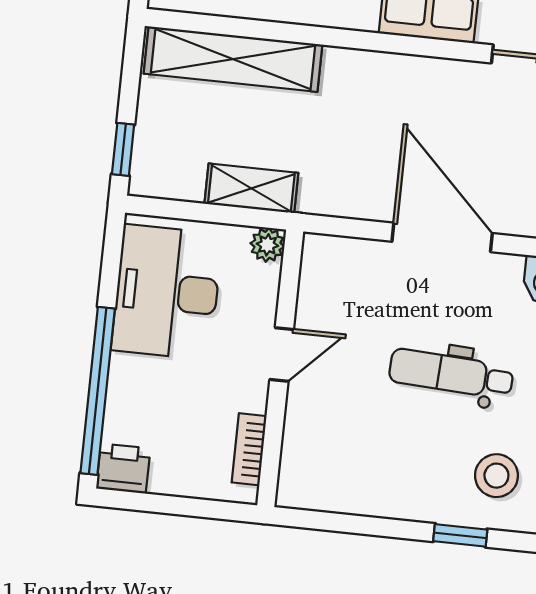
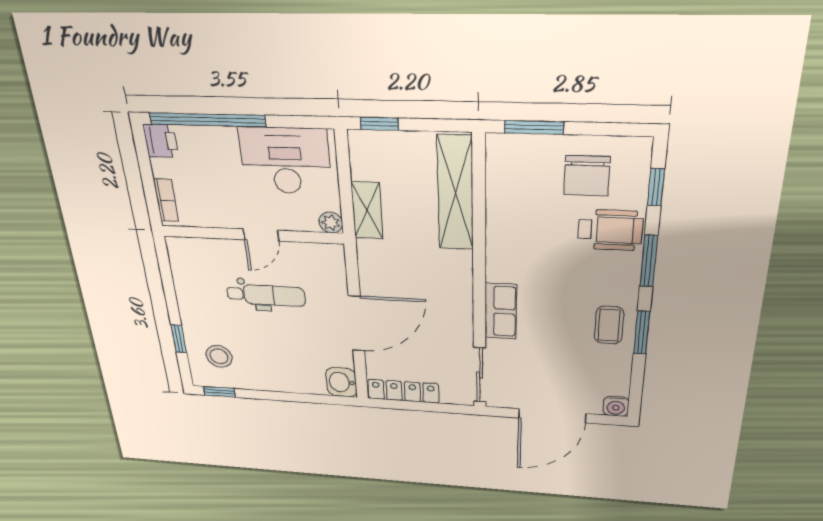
door: (282, 354) -> (261, 235), hinge flipped
dental chair: (451, 374) -> (266, 295), moved, turned 87
bookcase: (249, 449) -> (166, 200), moved, turned 90

